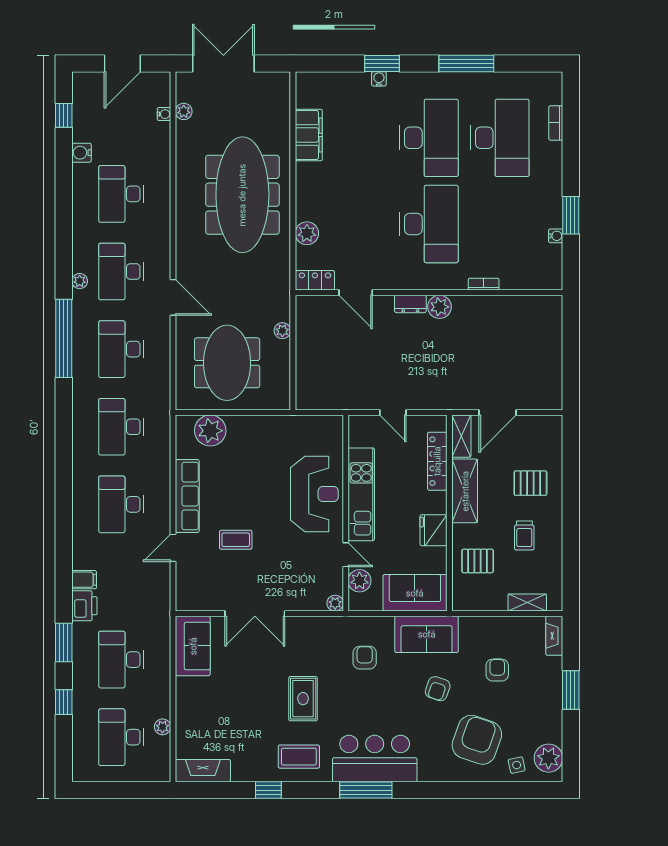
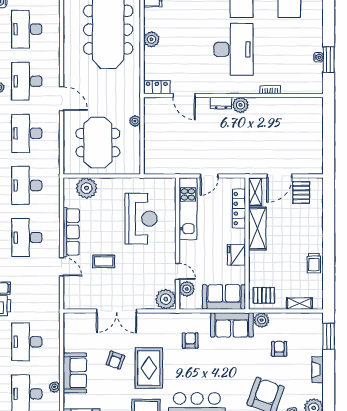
window: (571, 215) -> (329, 60), moved
plant: (307, 233) -> (151, 39), moved
door: (393, 413) -> (209, 176), hinge flipped
pallet: (530, 483) -> (301, 193), moved, turned 90
reception desk: (314, 494) -> (141, 219), moved
kitchen unit: (361, 494) -> (188, 209), moved
trolley: (524, 535) -> (314, 263), moved
door: (173, 548) -> (62, 267), swing flipped
pallet: (478, 561) -> (264, 295), moved
plant: (335, 603) -> (166, 299), width x1.88, depth x1.88
plant: (471, 627) -> (262, 320), added
fireplace: (554, 636) -> (318, 370), moved
sofa: (193, 646) -> (75, 373), moved
armchair: (438, 689) -> (115, 360), moved
window: (571, 690) -> (329, 336), moved
rug: (303, 699) -> (149, 368), width x1.36, depth x1.43

